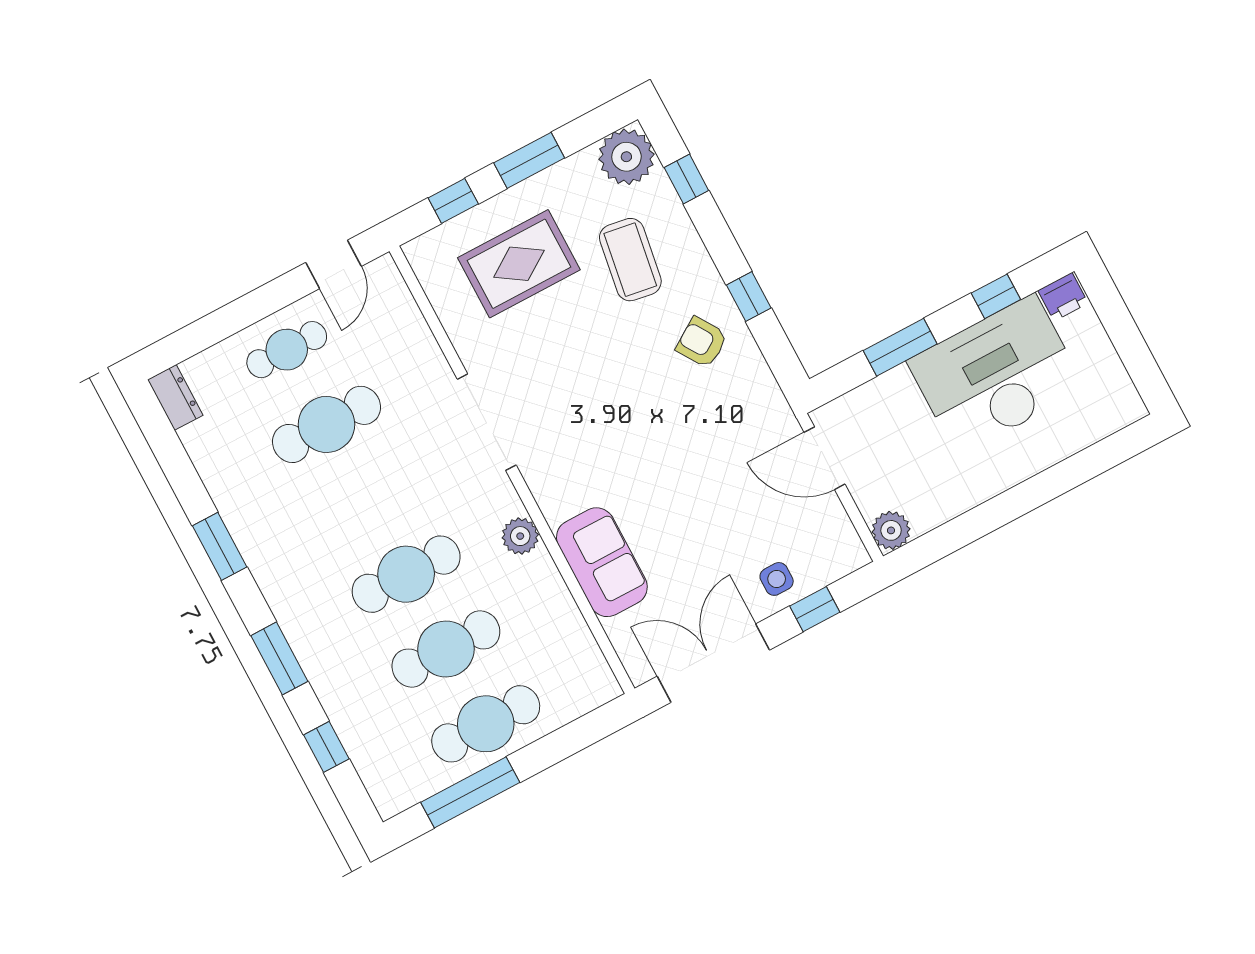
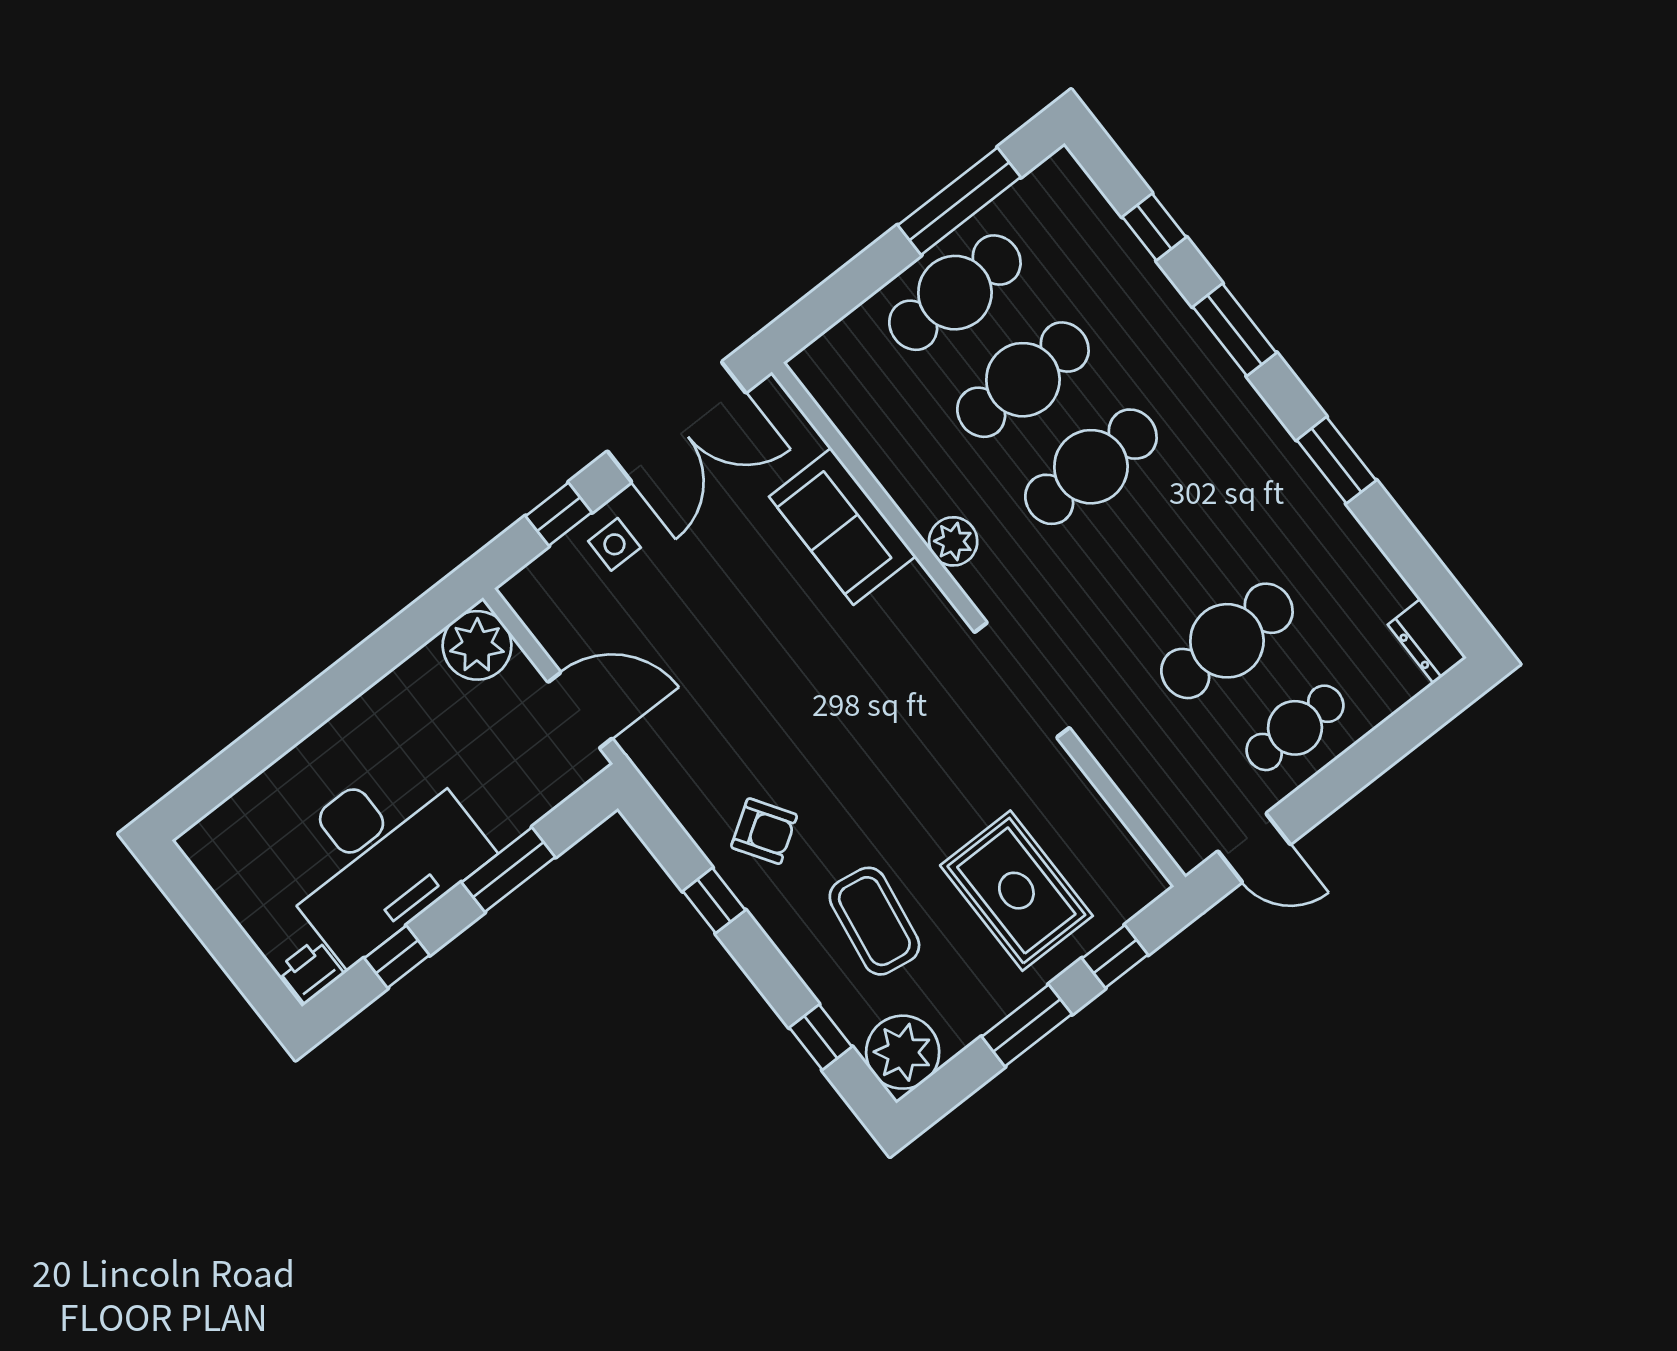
door: (334, 264) -> (1254, 848), swing flipped
rug: (519, 264) -> (1016, 891), turned 90
plant: (891, 530) -> (477, 645), width x1.36, depth x1.36

